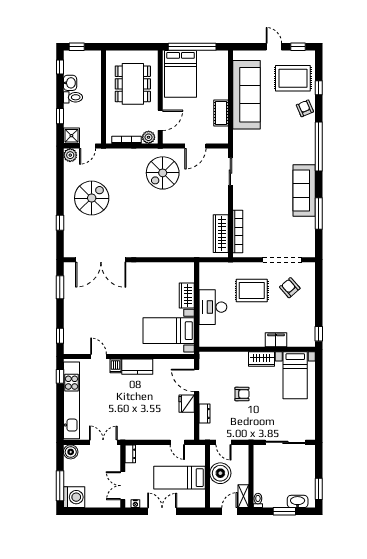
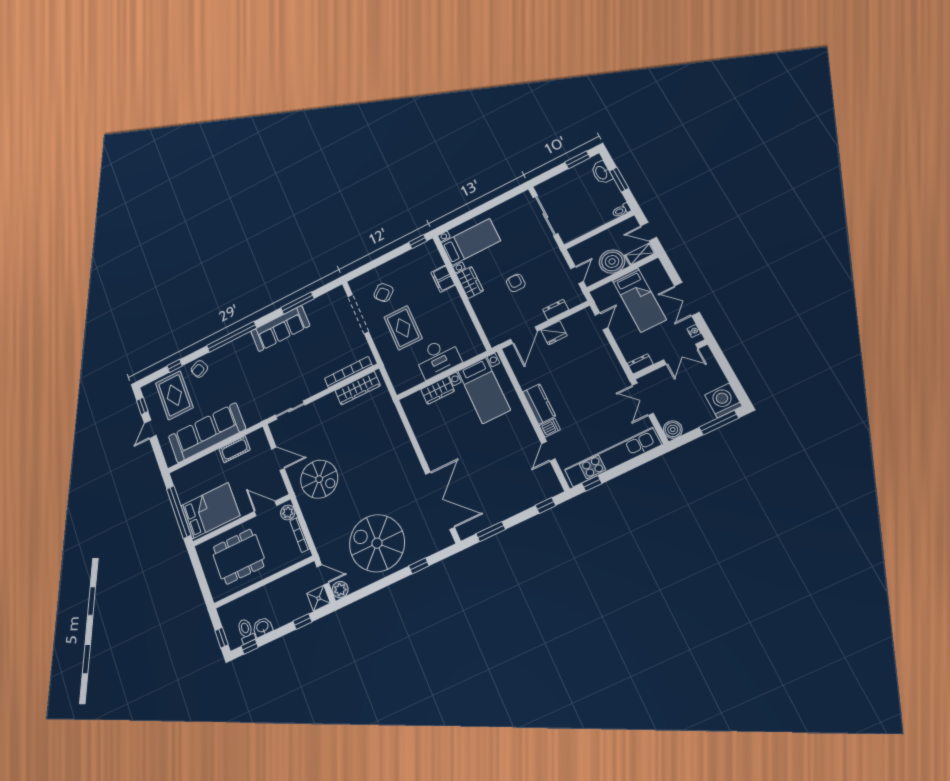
toilet: (73, 97) -> (246, 631), moved
spiral stairs: (92, 198) -> (377, 543), width x1.37, depth x1.37
shelving: (243, 496) -> (640, 254), moved

